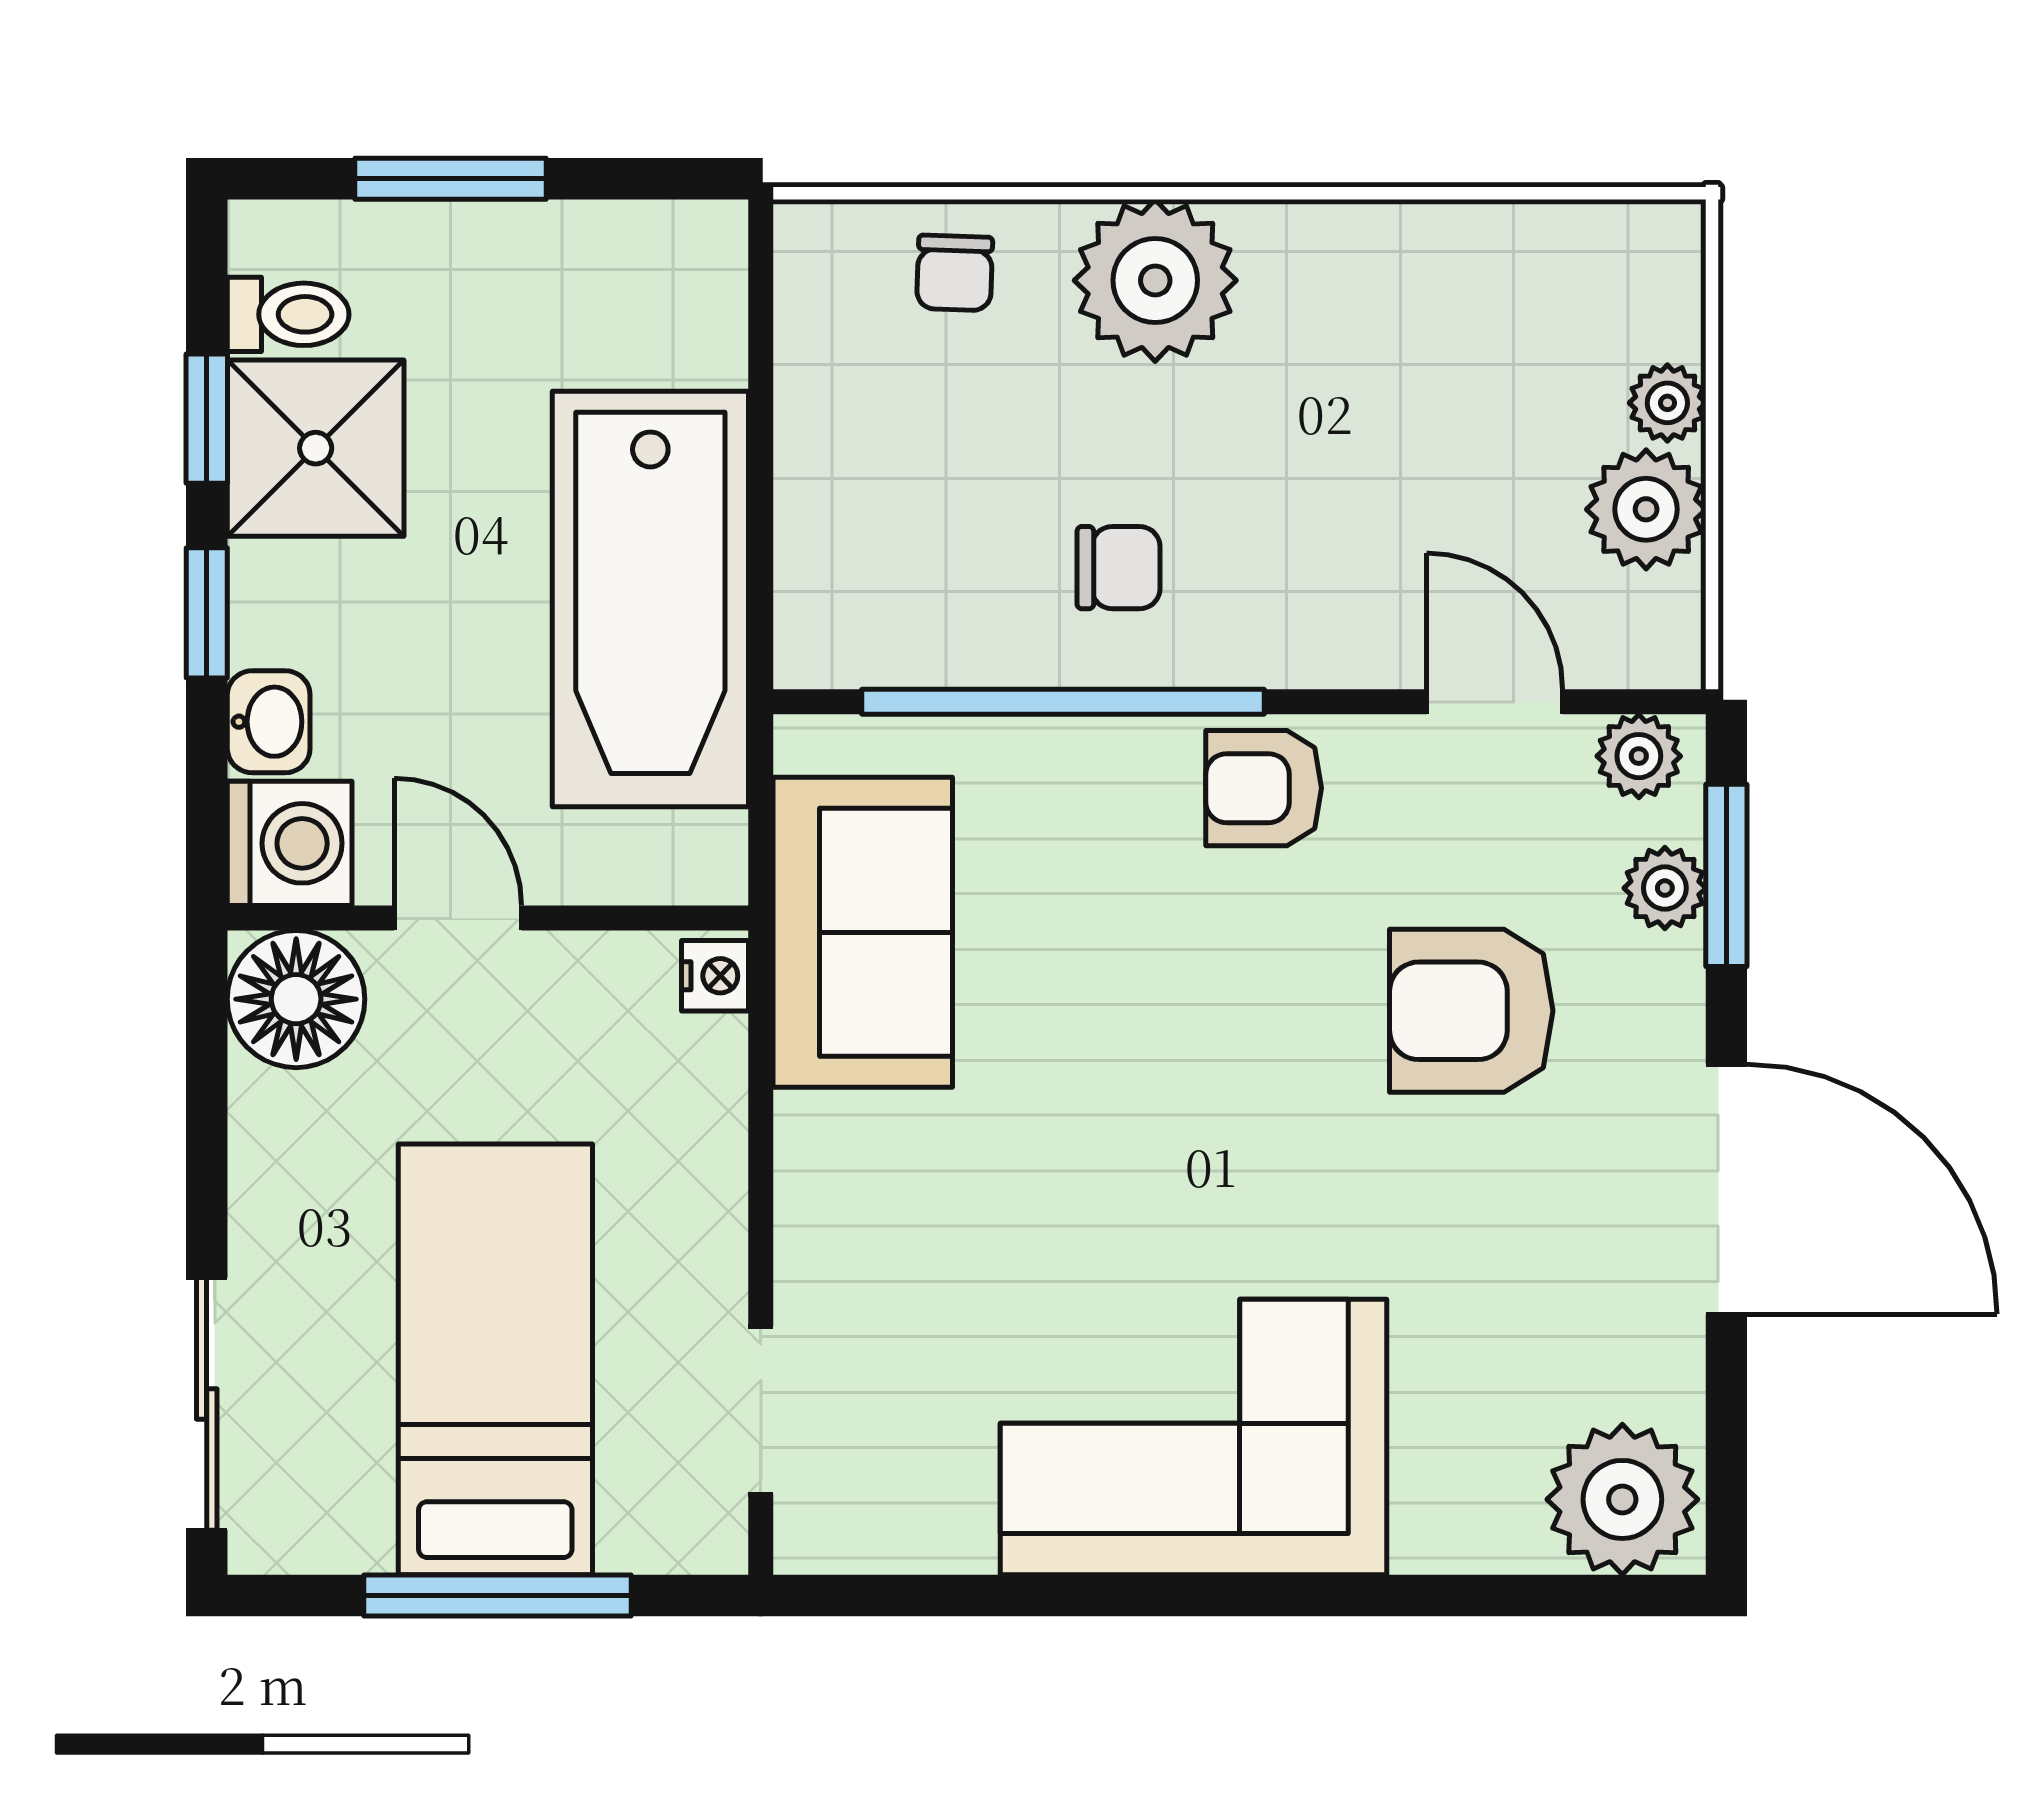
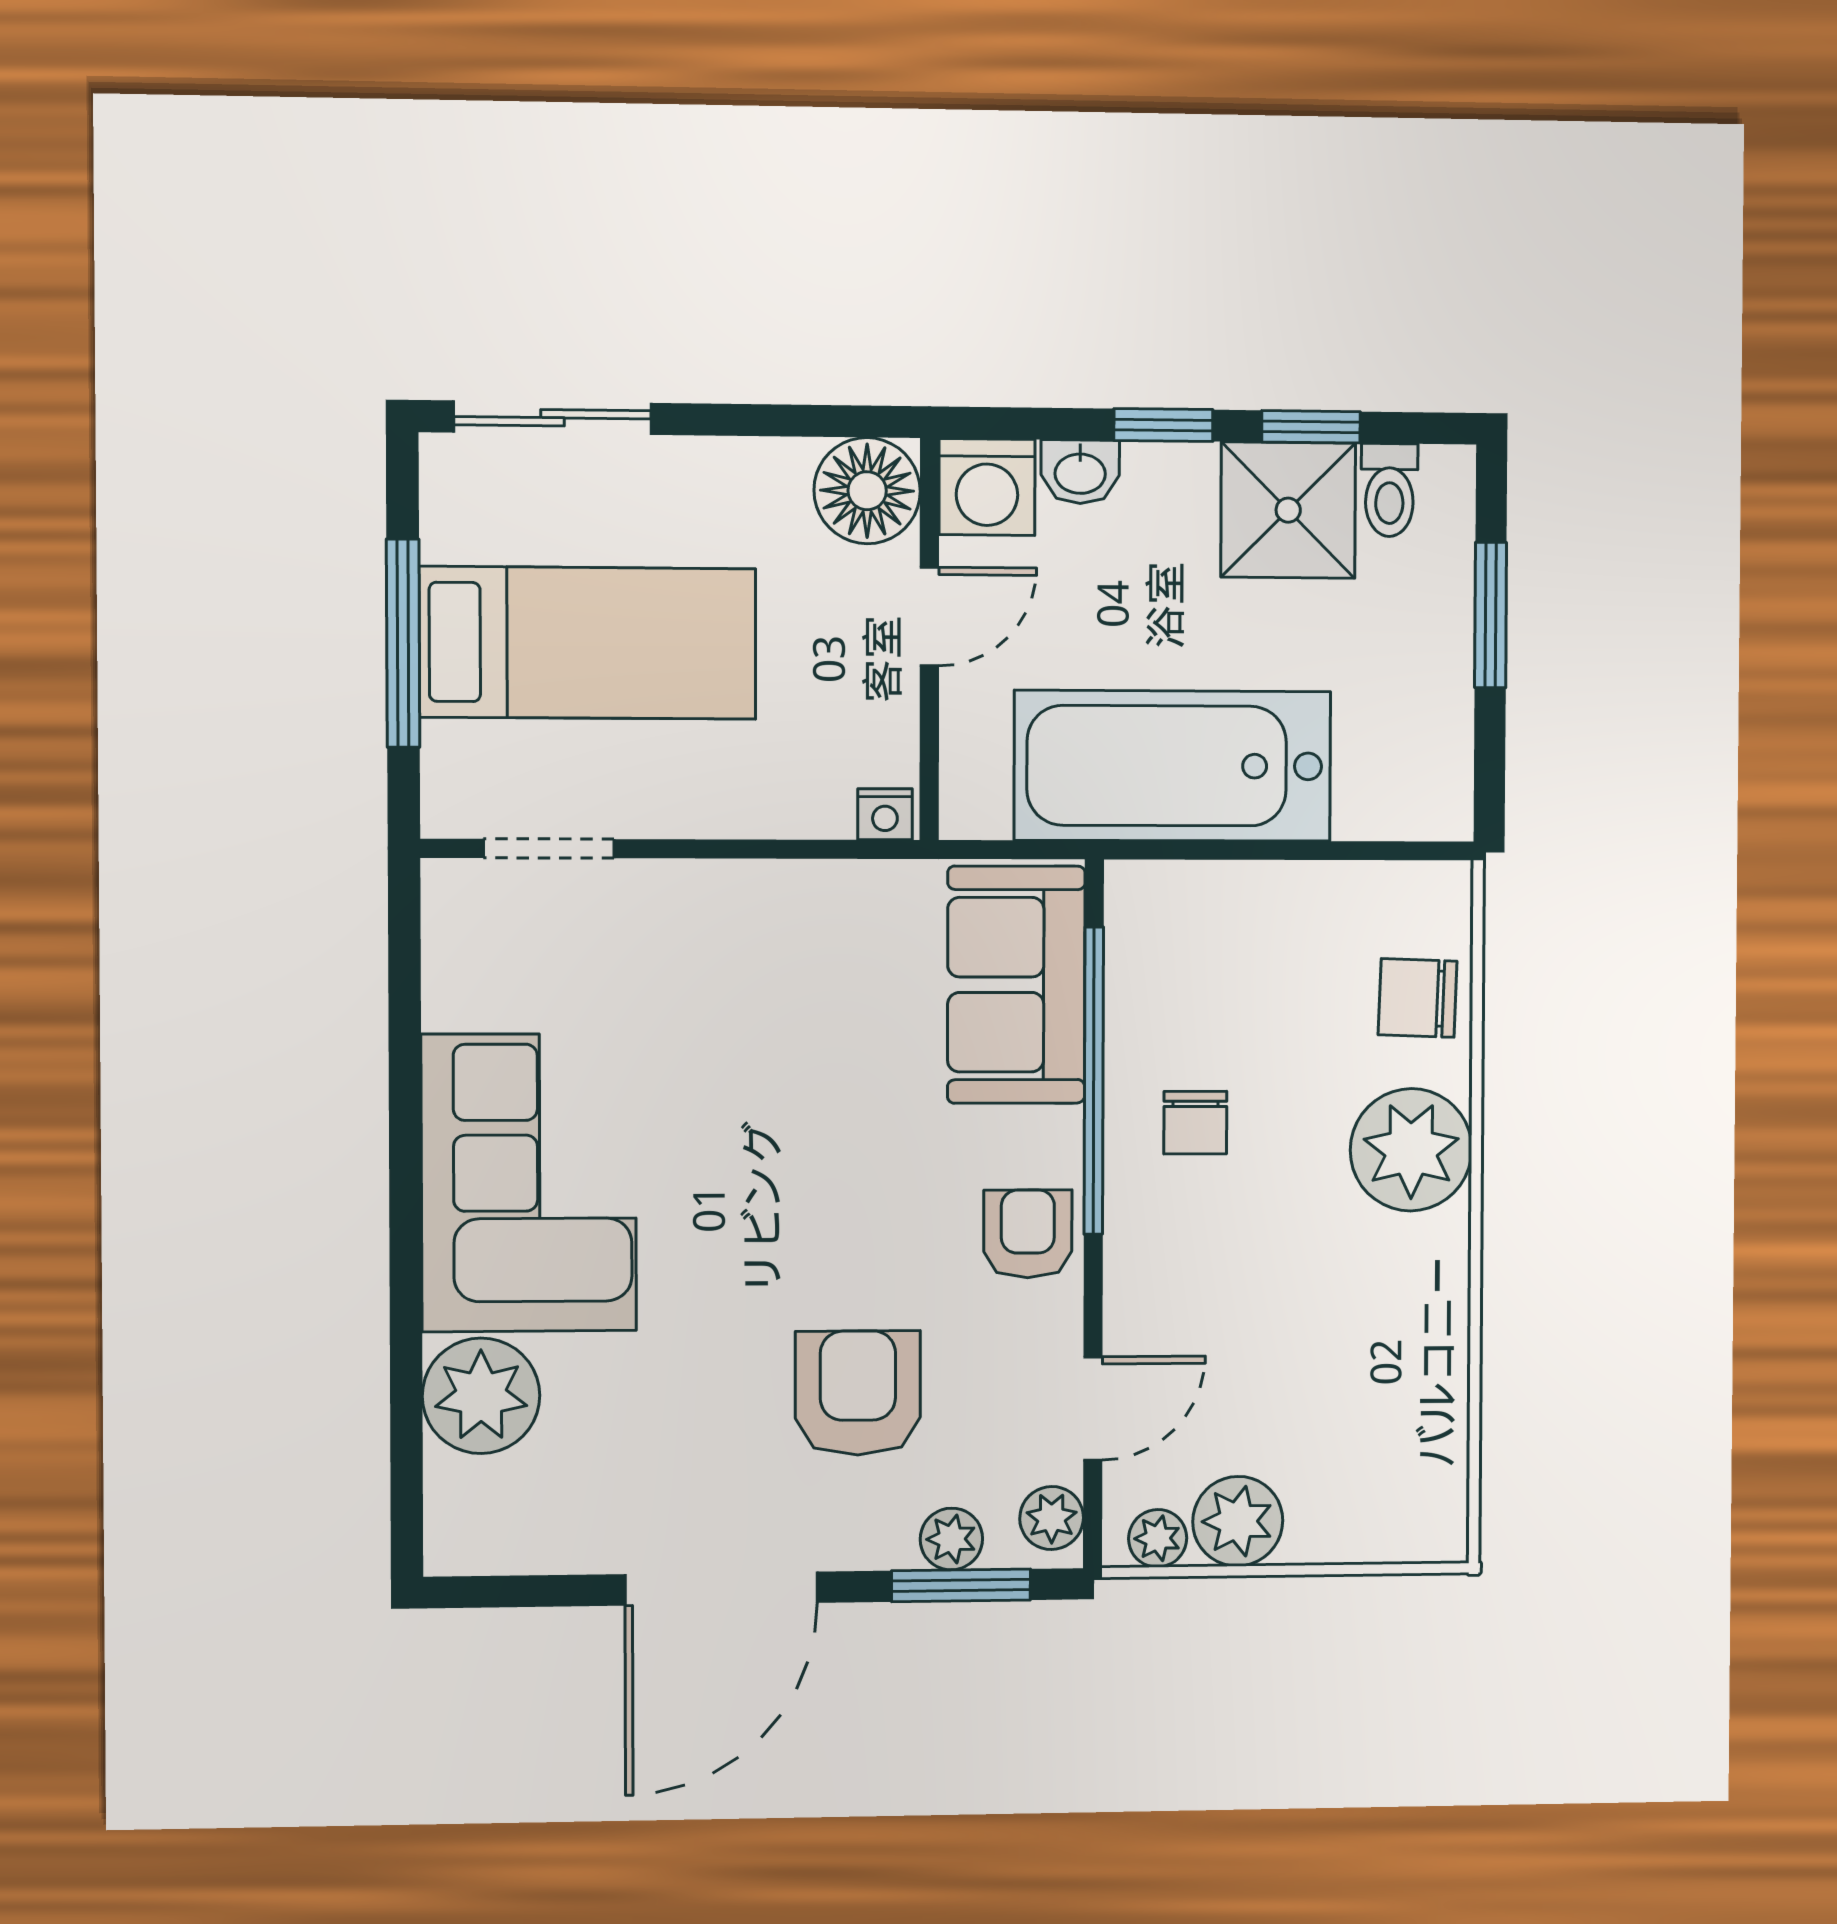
chair: (955, 273) -> (1418, 998), width x1.37, depth x1.37
plant: (1667, 403) -> (1158, 1538), moved
sofa: (863, 932) -> (1016, 985), moved, turned 90
plant: (1622, 1499) -> (481, 1396), moved

